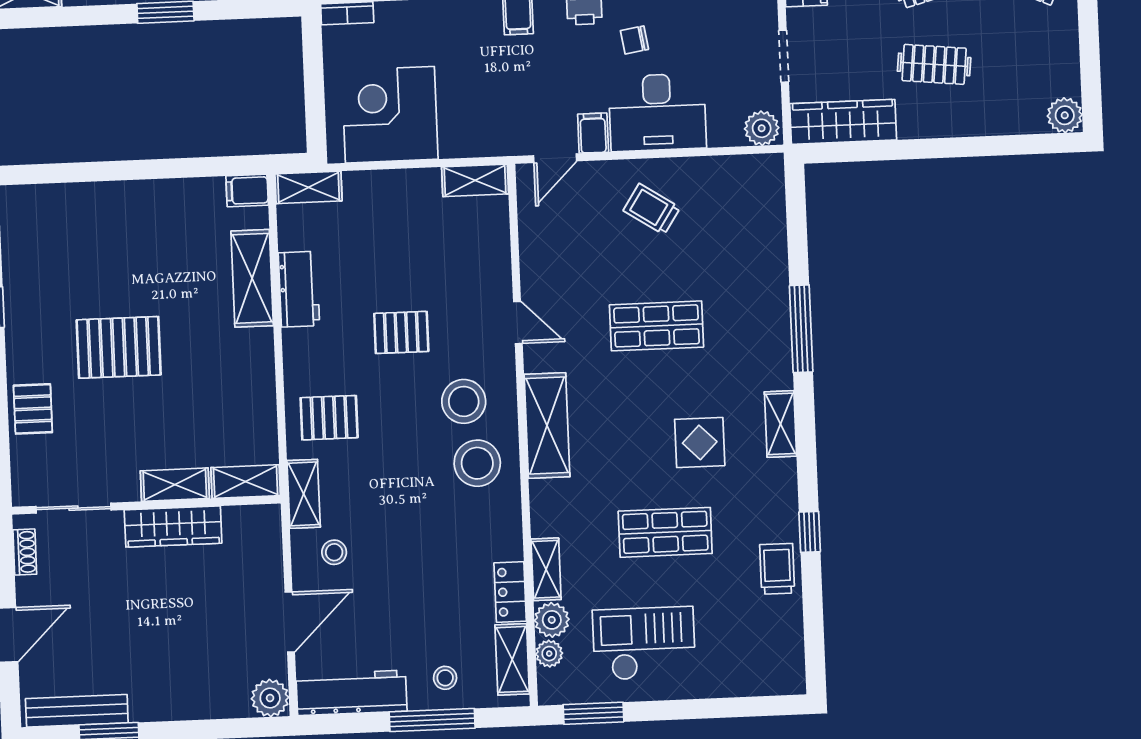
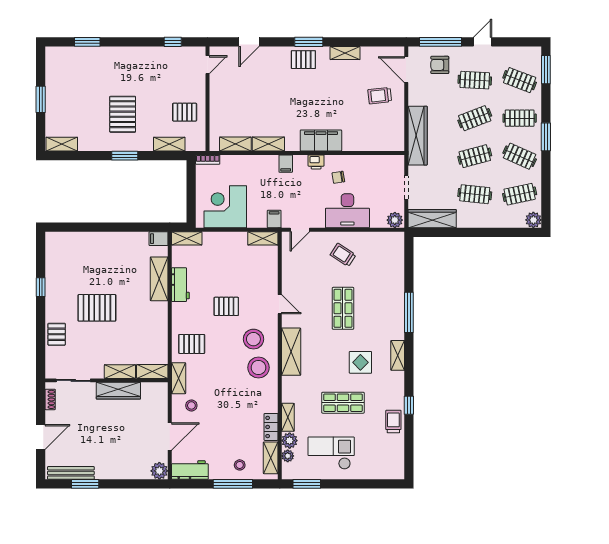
clothes rail: (1032, 60) -> (520, 194), added
filing cabinet: (593, 133) -> (274, 219), moved
shop shelf: (657, 326) -> (343, 308), turned 90
workbench: (352, 693) -> (190, 470), width x0.73

